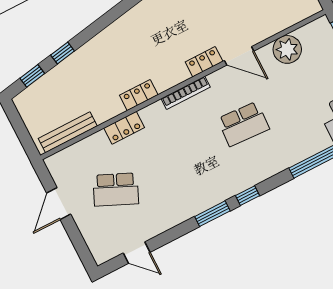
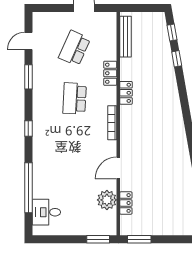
locker: (204, 62) -> (126, 203), moved
school desk: (243, 124) -> (75, 98), moved
window: (212, 214) -> (28, 77), moved

